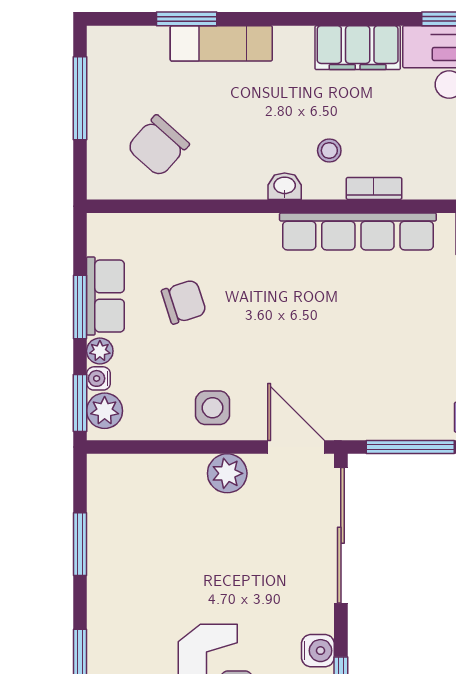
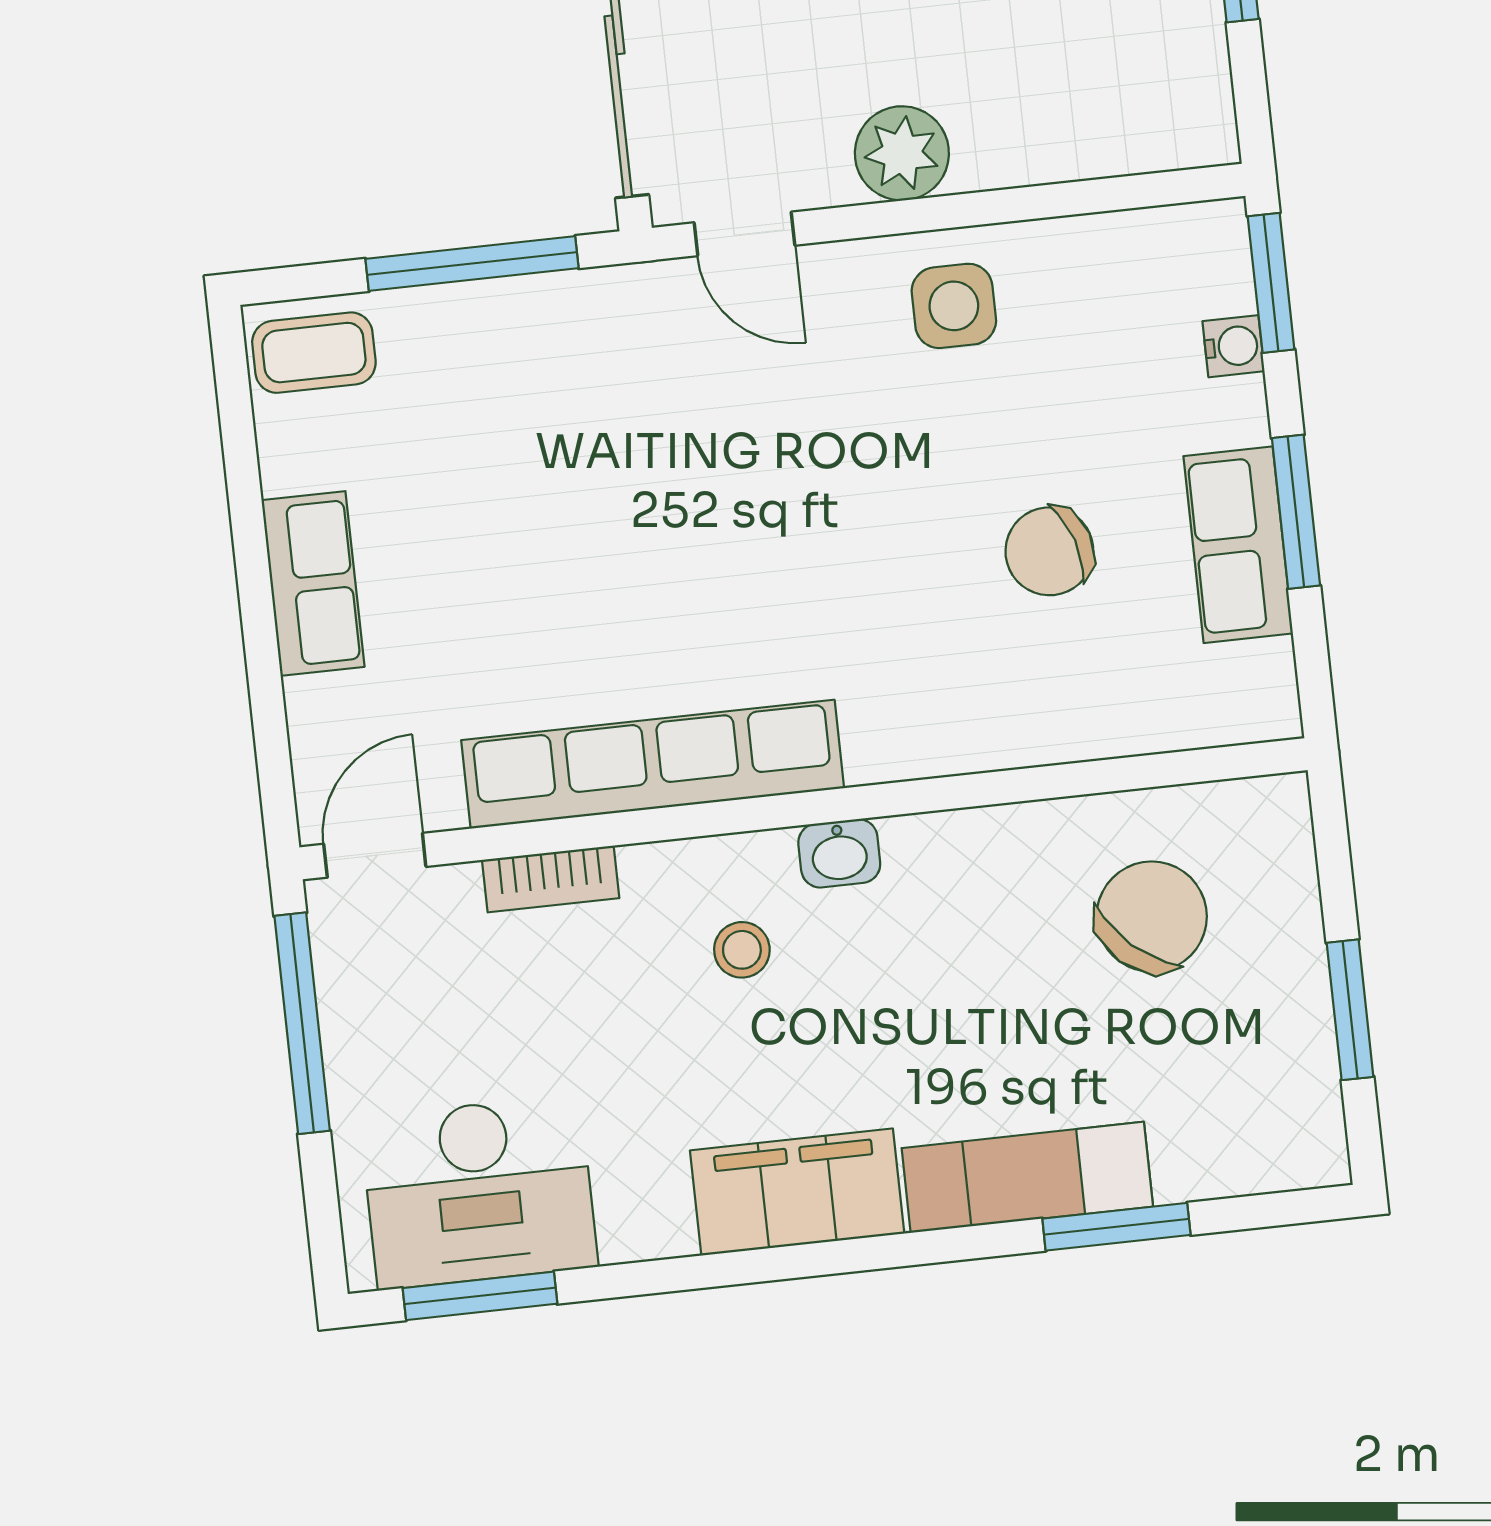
filing cabinet: (358, 48) -> (797, 1192), moved
window: (80, 98) -> (1350, 1010), width x0.69
bookcase: (374, 188) -> (551, 879), moved
plant: (100, 351) -> (1237, 412), removed
plant: (105, 411) -> (1211, 271), removed
door: (296, 447) -> (744, 234), width x0.73

